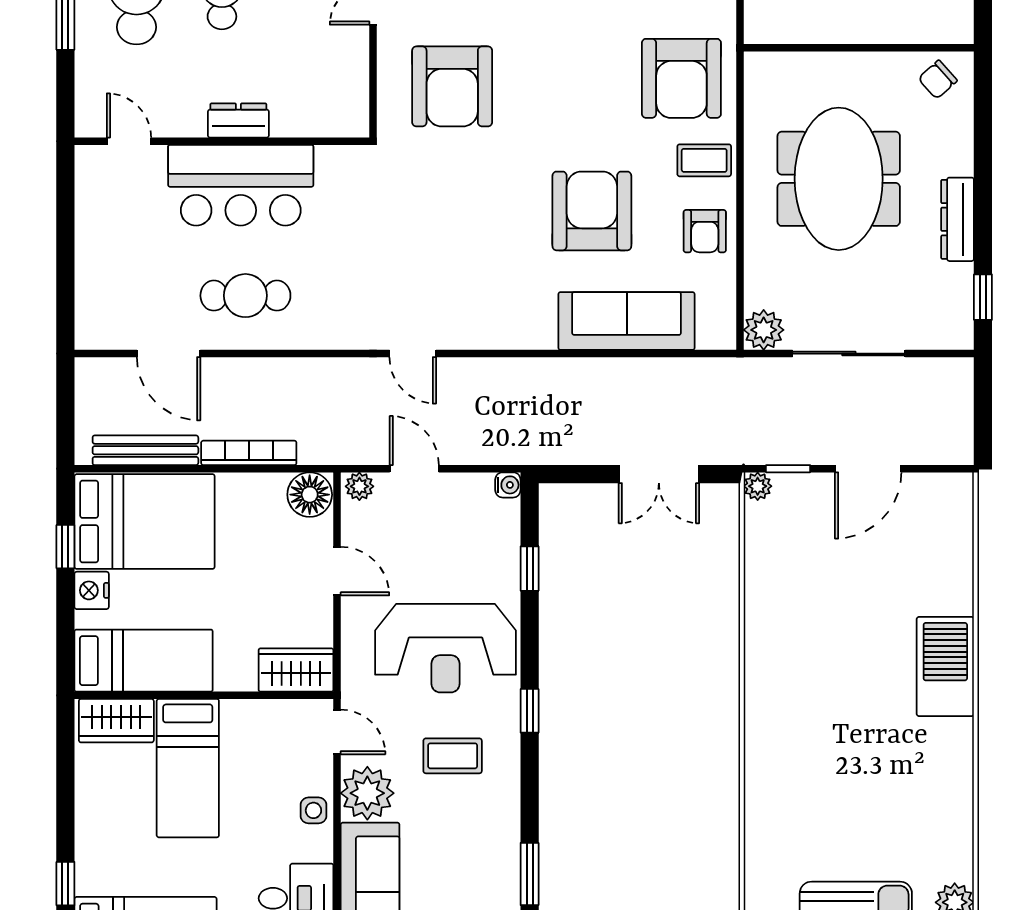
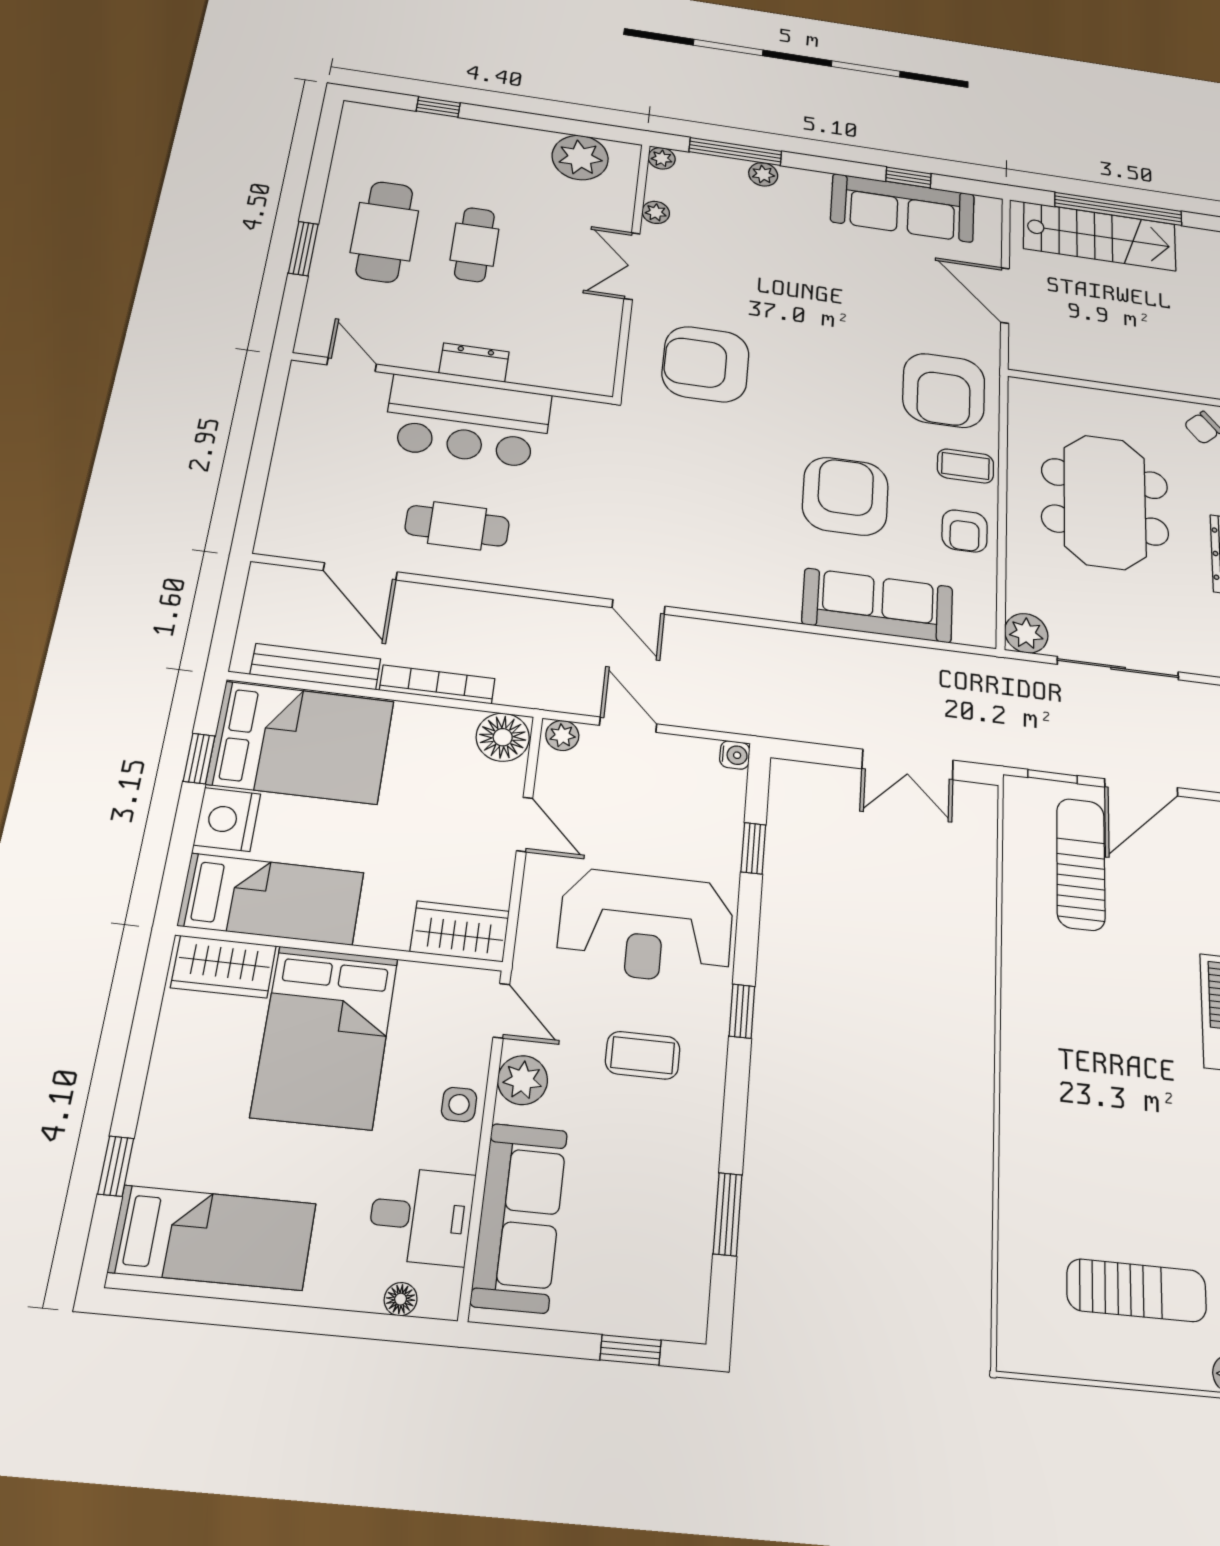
armchair: (452, 86) -> (706, 364), turned 90
plant: (758, 486) -> (1018, 791), removed
sun lounger: (813, 548) -> (1081, 864), added
nightstand: (92, 590) -> (227, 819), width x1.36, depth x1.33
bed: (188, 768) -> (325, 1037), width x1.50
plant: (367, 793) -> (523, 1080), width x0.73, depth x0.73

